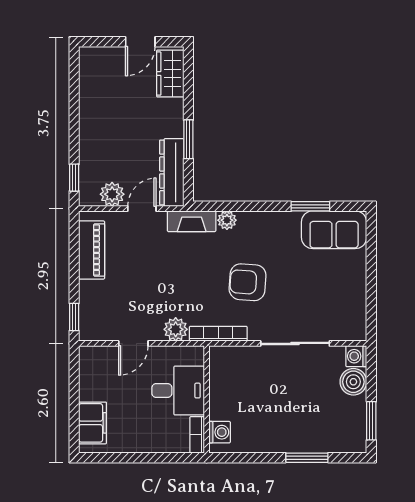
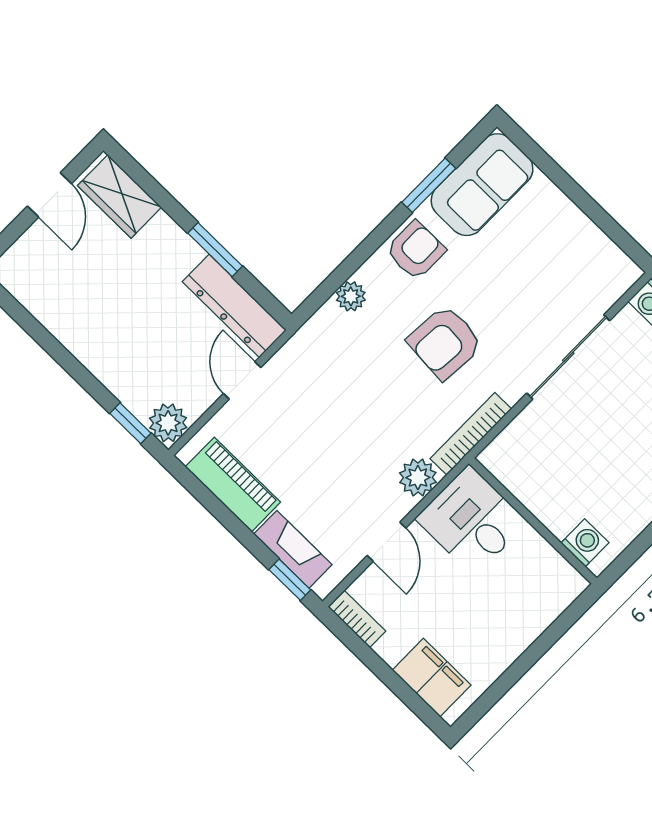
plant: (112, 194) -> (168, 423), moved
fireplace: (192, 221) -> (293, 549), moved, turned -90
armchair: (276, 229) -> (416, 250), added
desk: (178, 391) -> (472, 520), moved, turned -90
bookcase: (197, 435) -> (357, 619), moved, turned 180

